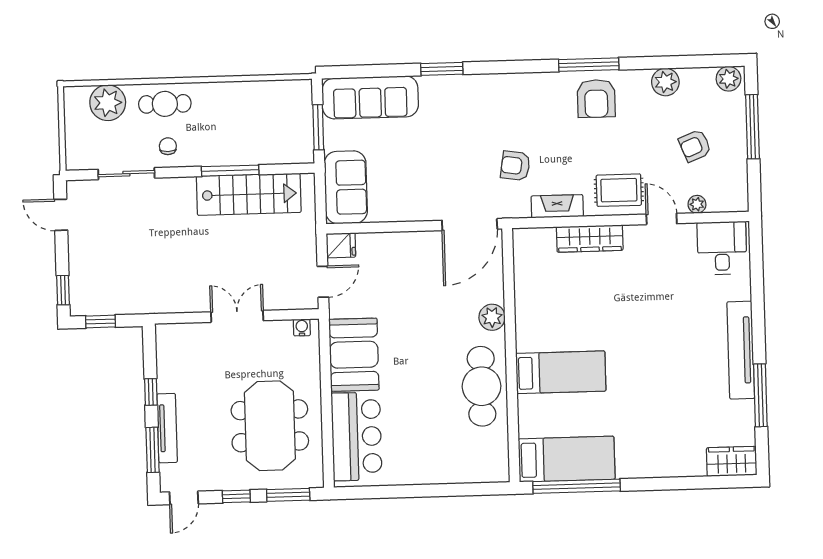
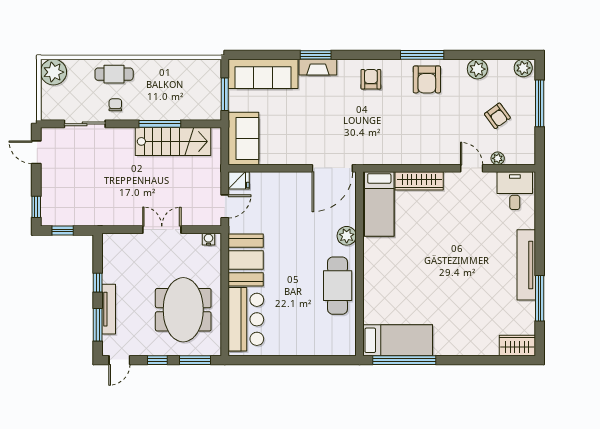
plant: (108, 103) -> (53, 72), moved
armchair: (695, 146) -> (497, 116), turned -104
armchair: (515, 166) -> (371, 79), moved, turned 81
rug: (619, 190) -> (441, 146), removed
fireplace: (557, 206) -> (318, 67), moved, turned 180
bed: (561, 372) -> (379, 204), moved, turned 90

